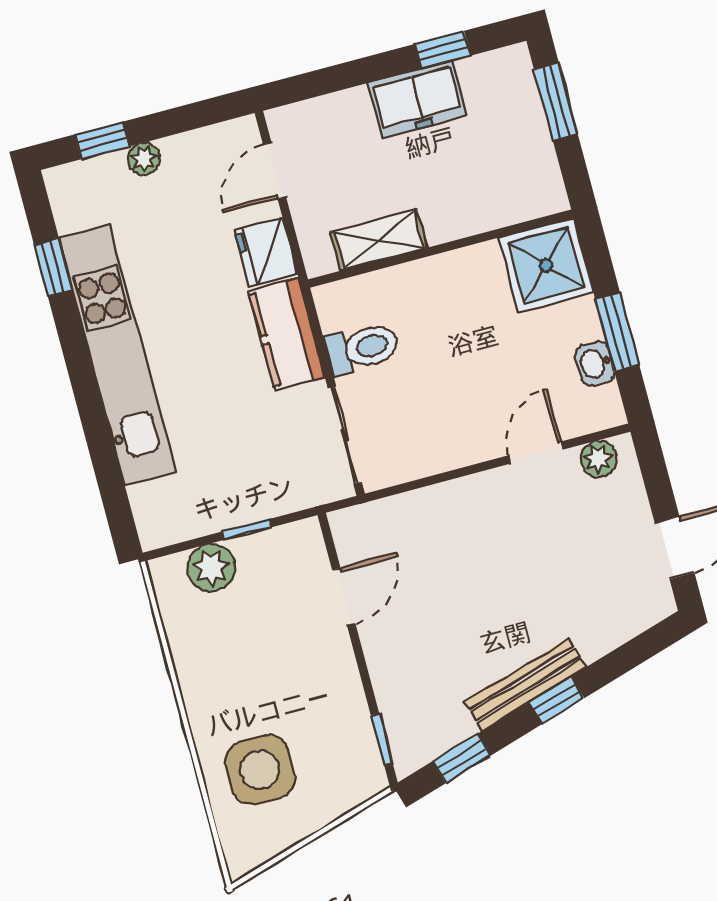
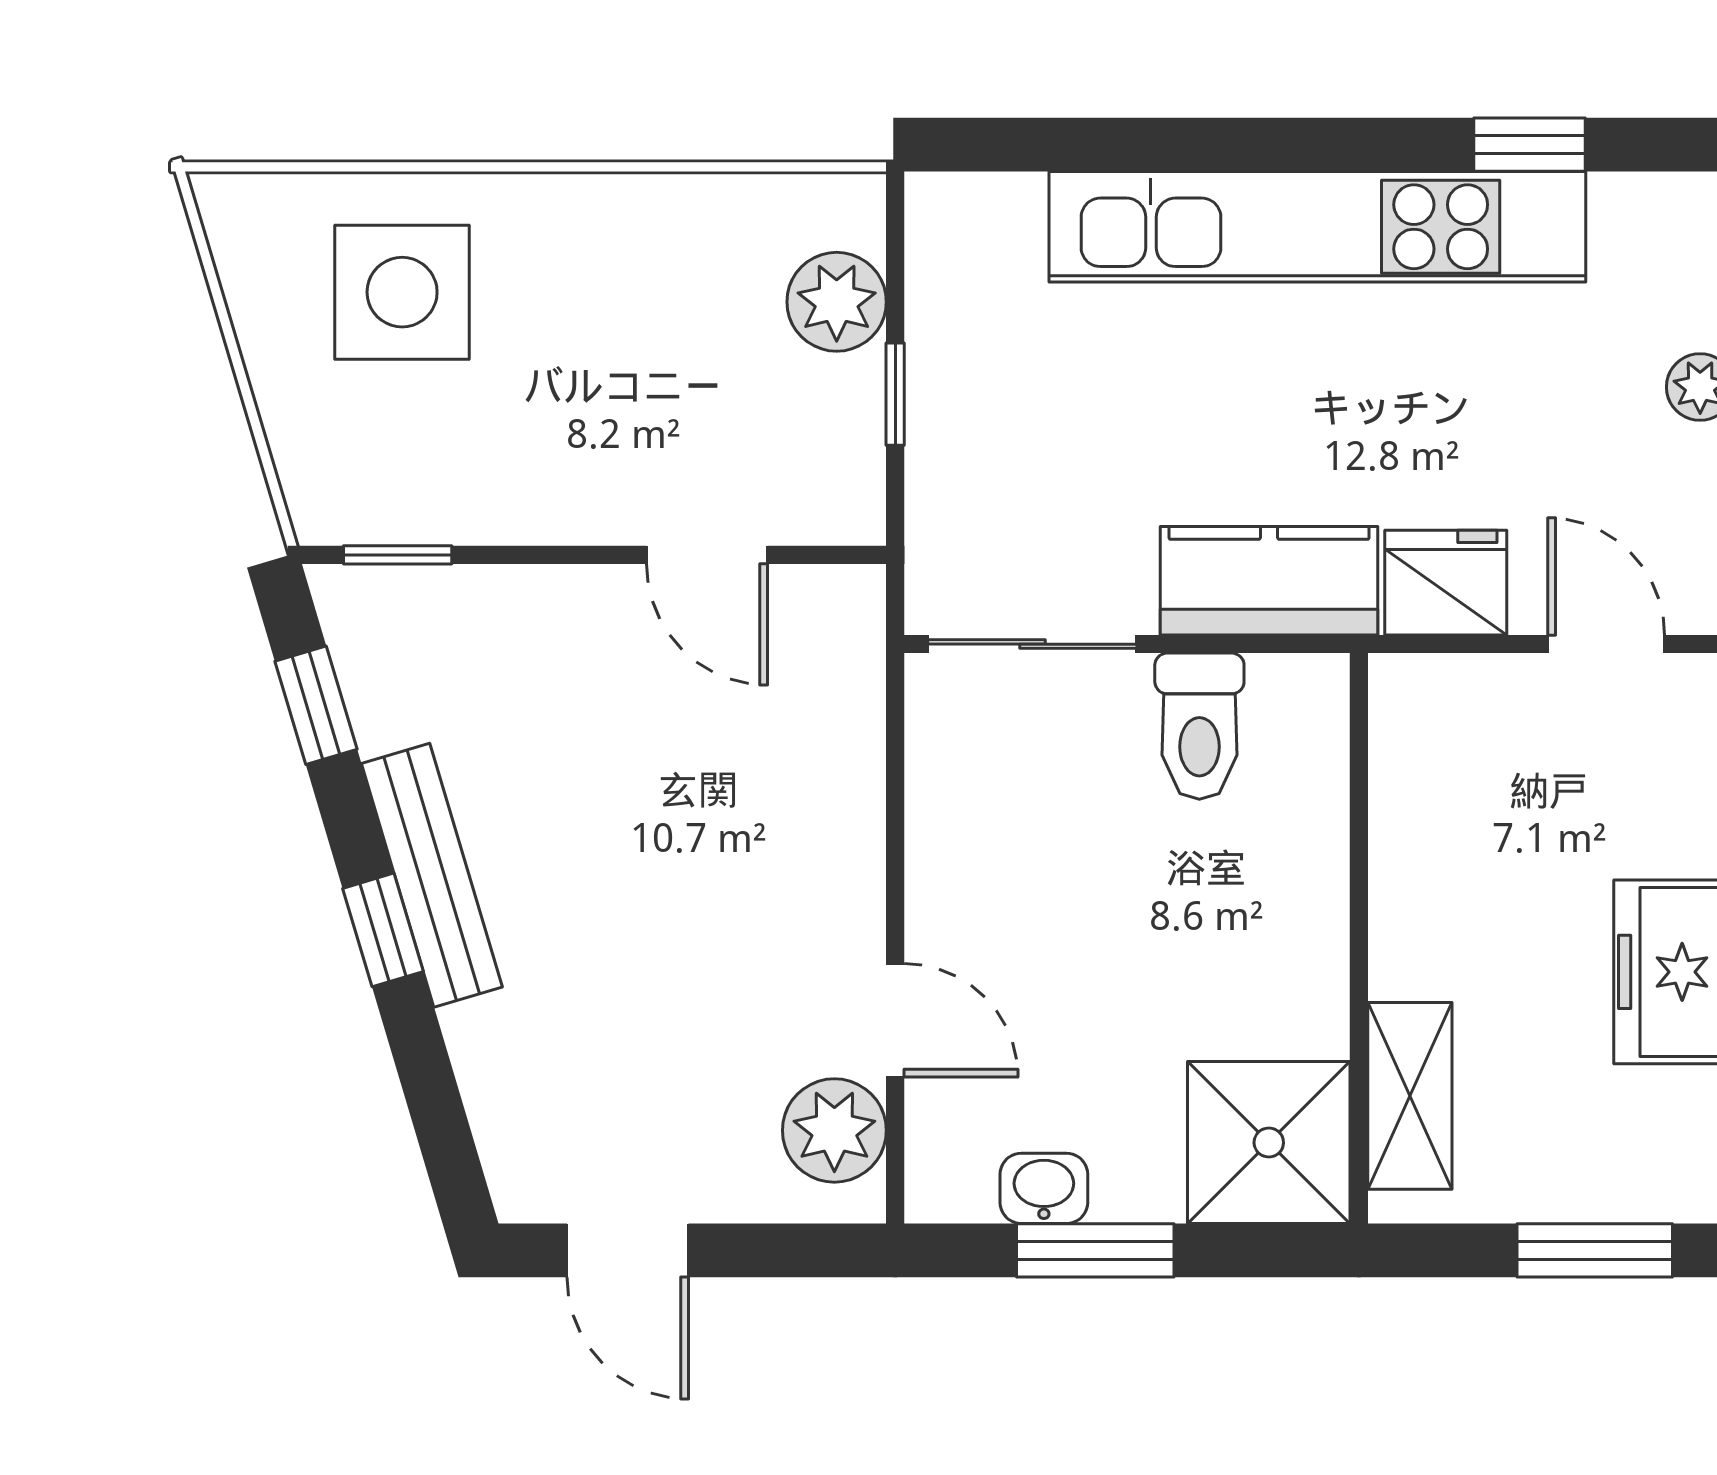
shelving: (379, 240) -> (1410, 1096), moved
plant: (599, 459) -> (834, 1130), width x1.38, depth x1.38

